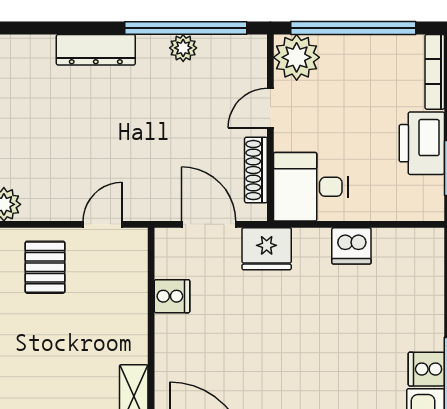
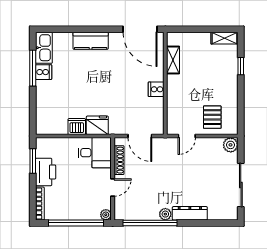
plant: (183, 48) -> (165, 214), moved
plant: (297, 57) -> (106, 215), width x0.53, depth x0.53
fridge: (267, 249) -> (97, 125), moved
cooker: (172, 296) -> (156, 89), moved

